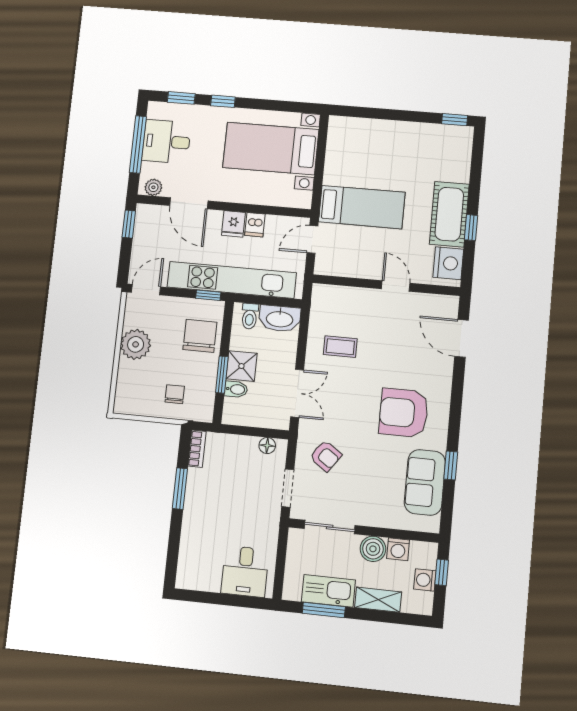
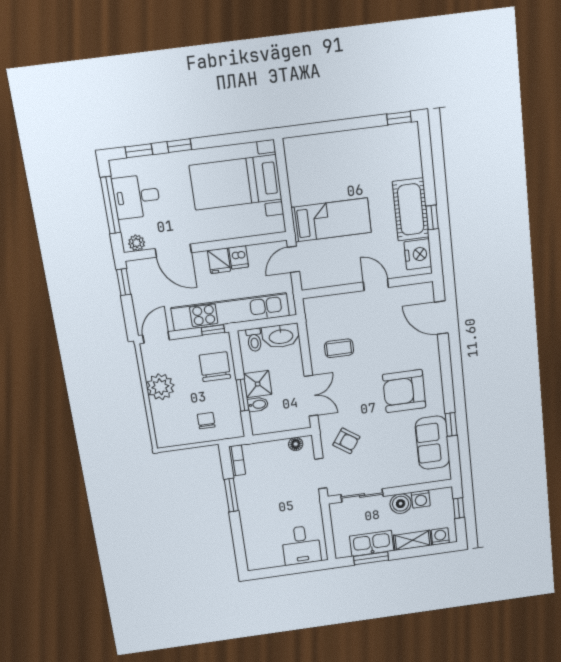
washing machine: (425, 580) -> (440, 536), moved, turned 90

